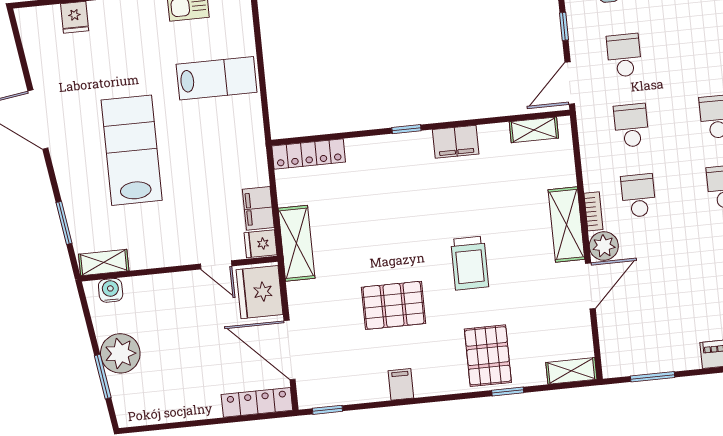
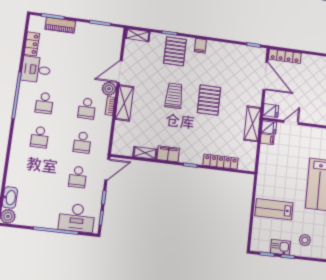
stool: (140, 30) -> (305, 240), added
shelving: (534, 130) -> (145, 153), moved
locker: (309, 154) -> (221, 162), moved
filing cabinet: (258, 208) -> (267, 139), width x0.50
door: (216, 265) -> (291, 122), hinge flipped
fridge: (260, 292) -> (271, 111), width x0.53, depth x0.75
pallet: (394, 305) -> (209, 100), moved, turned 90
filing cabinet: (401, 384) -> (200, 46), moved

